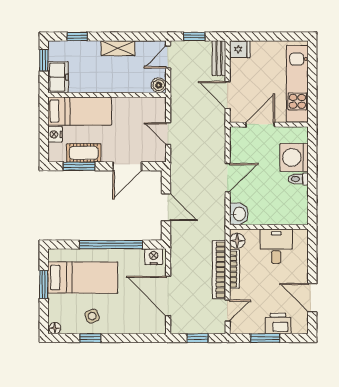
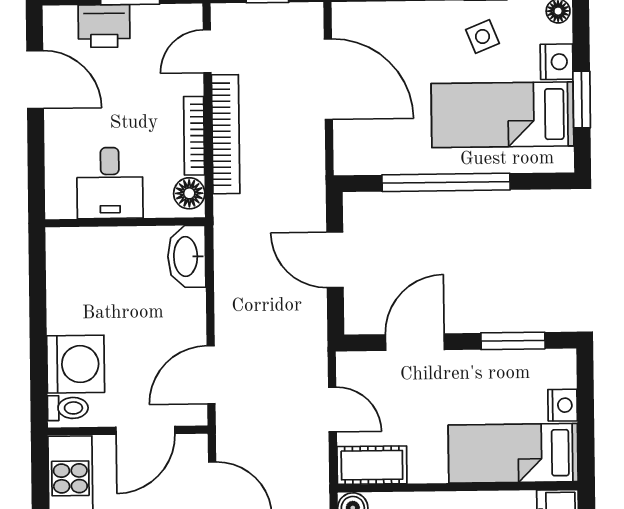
cot: (84, 153) -> (372, 465), moved
door: (228, 178) -> (211, 375), moved
toilet: (298, 179) -> (68, 408), moved
washbasin: (239, 214) -> (187, 256), width x1.38
nightstand: (154, 257) -> (557, 62), moved, turned -90

